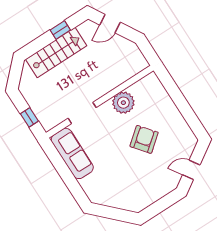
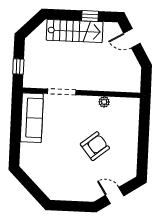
plant: (123, 103) -> (104, 102), width x0.53, depth x0.53

